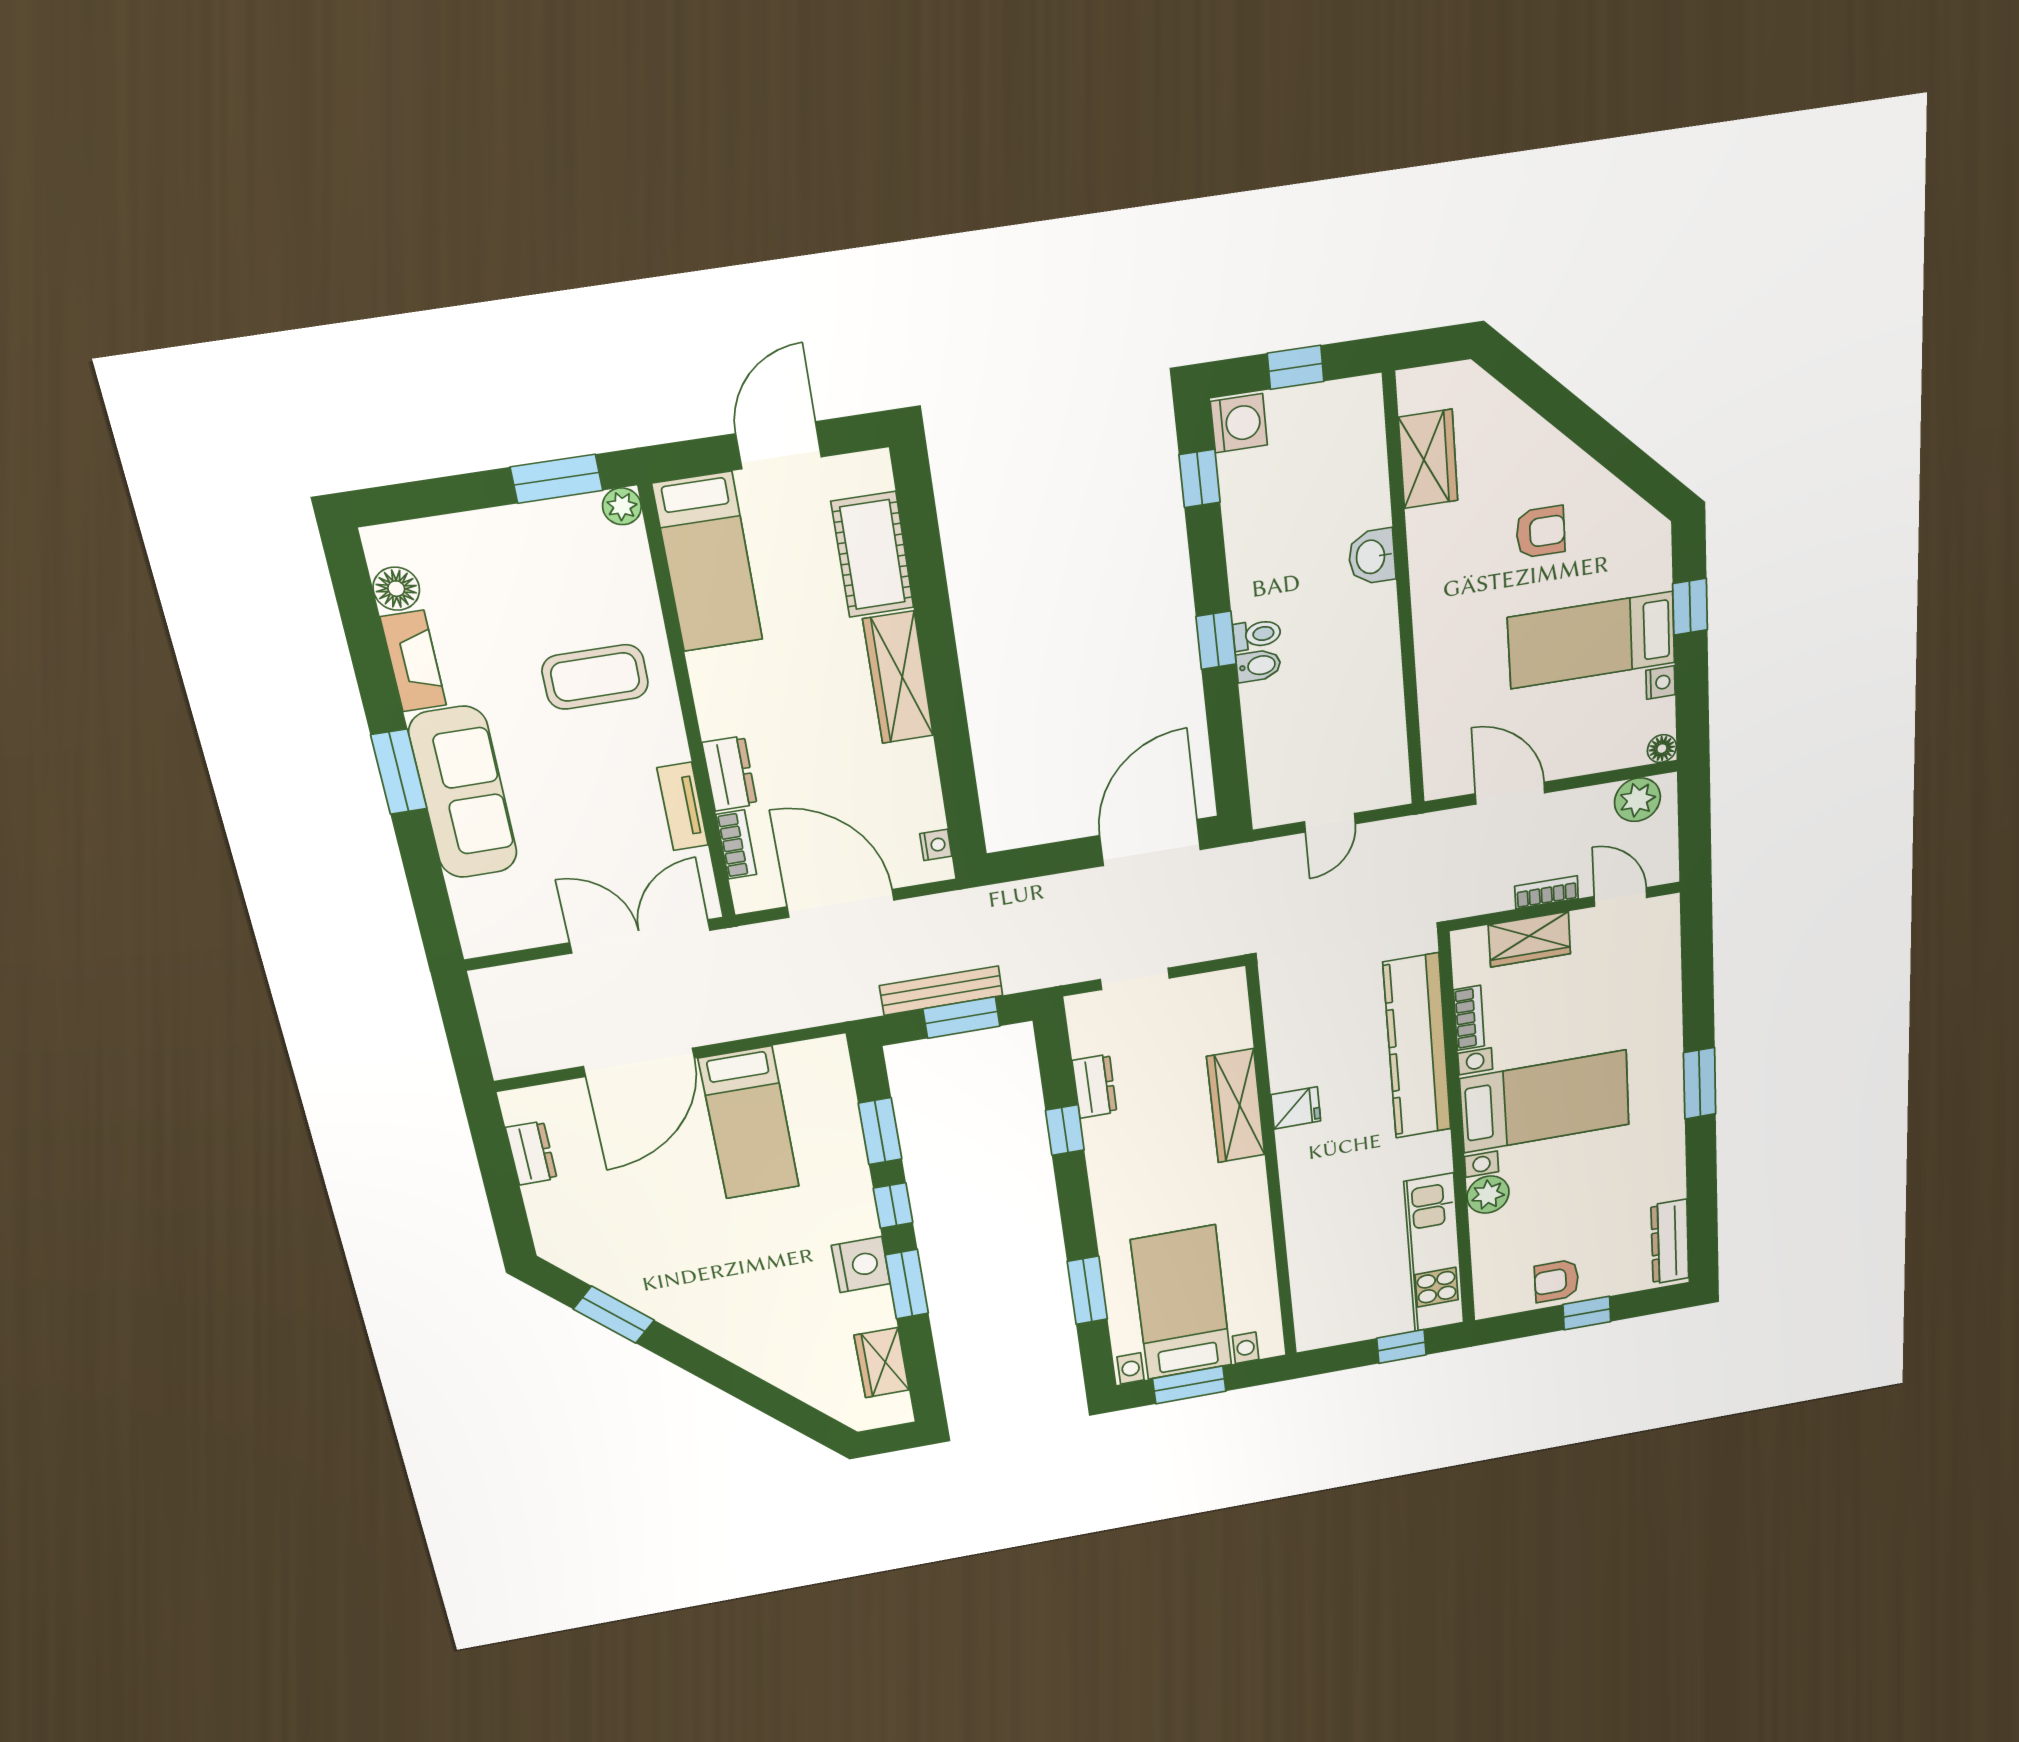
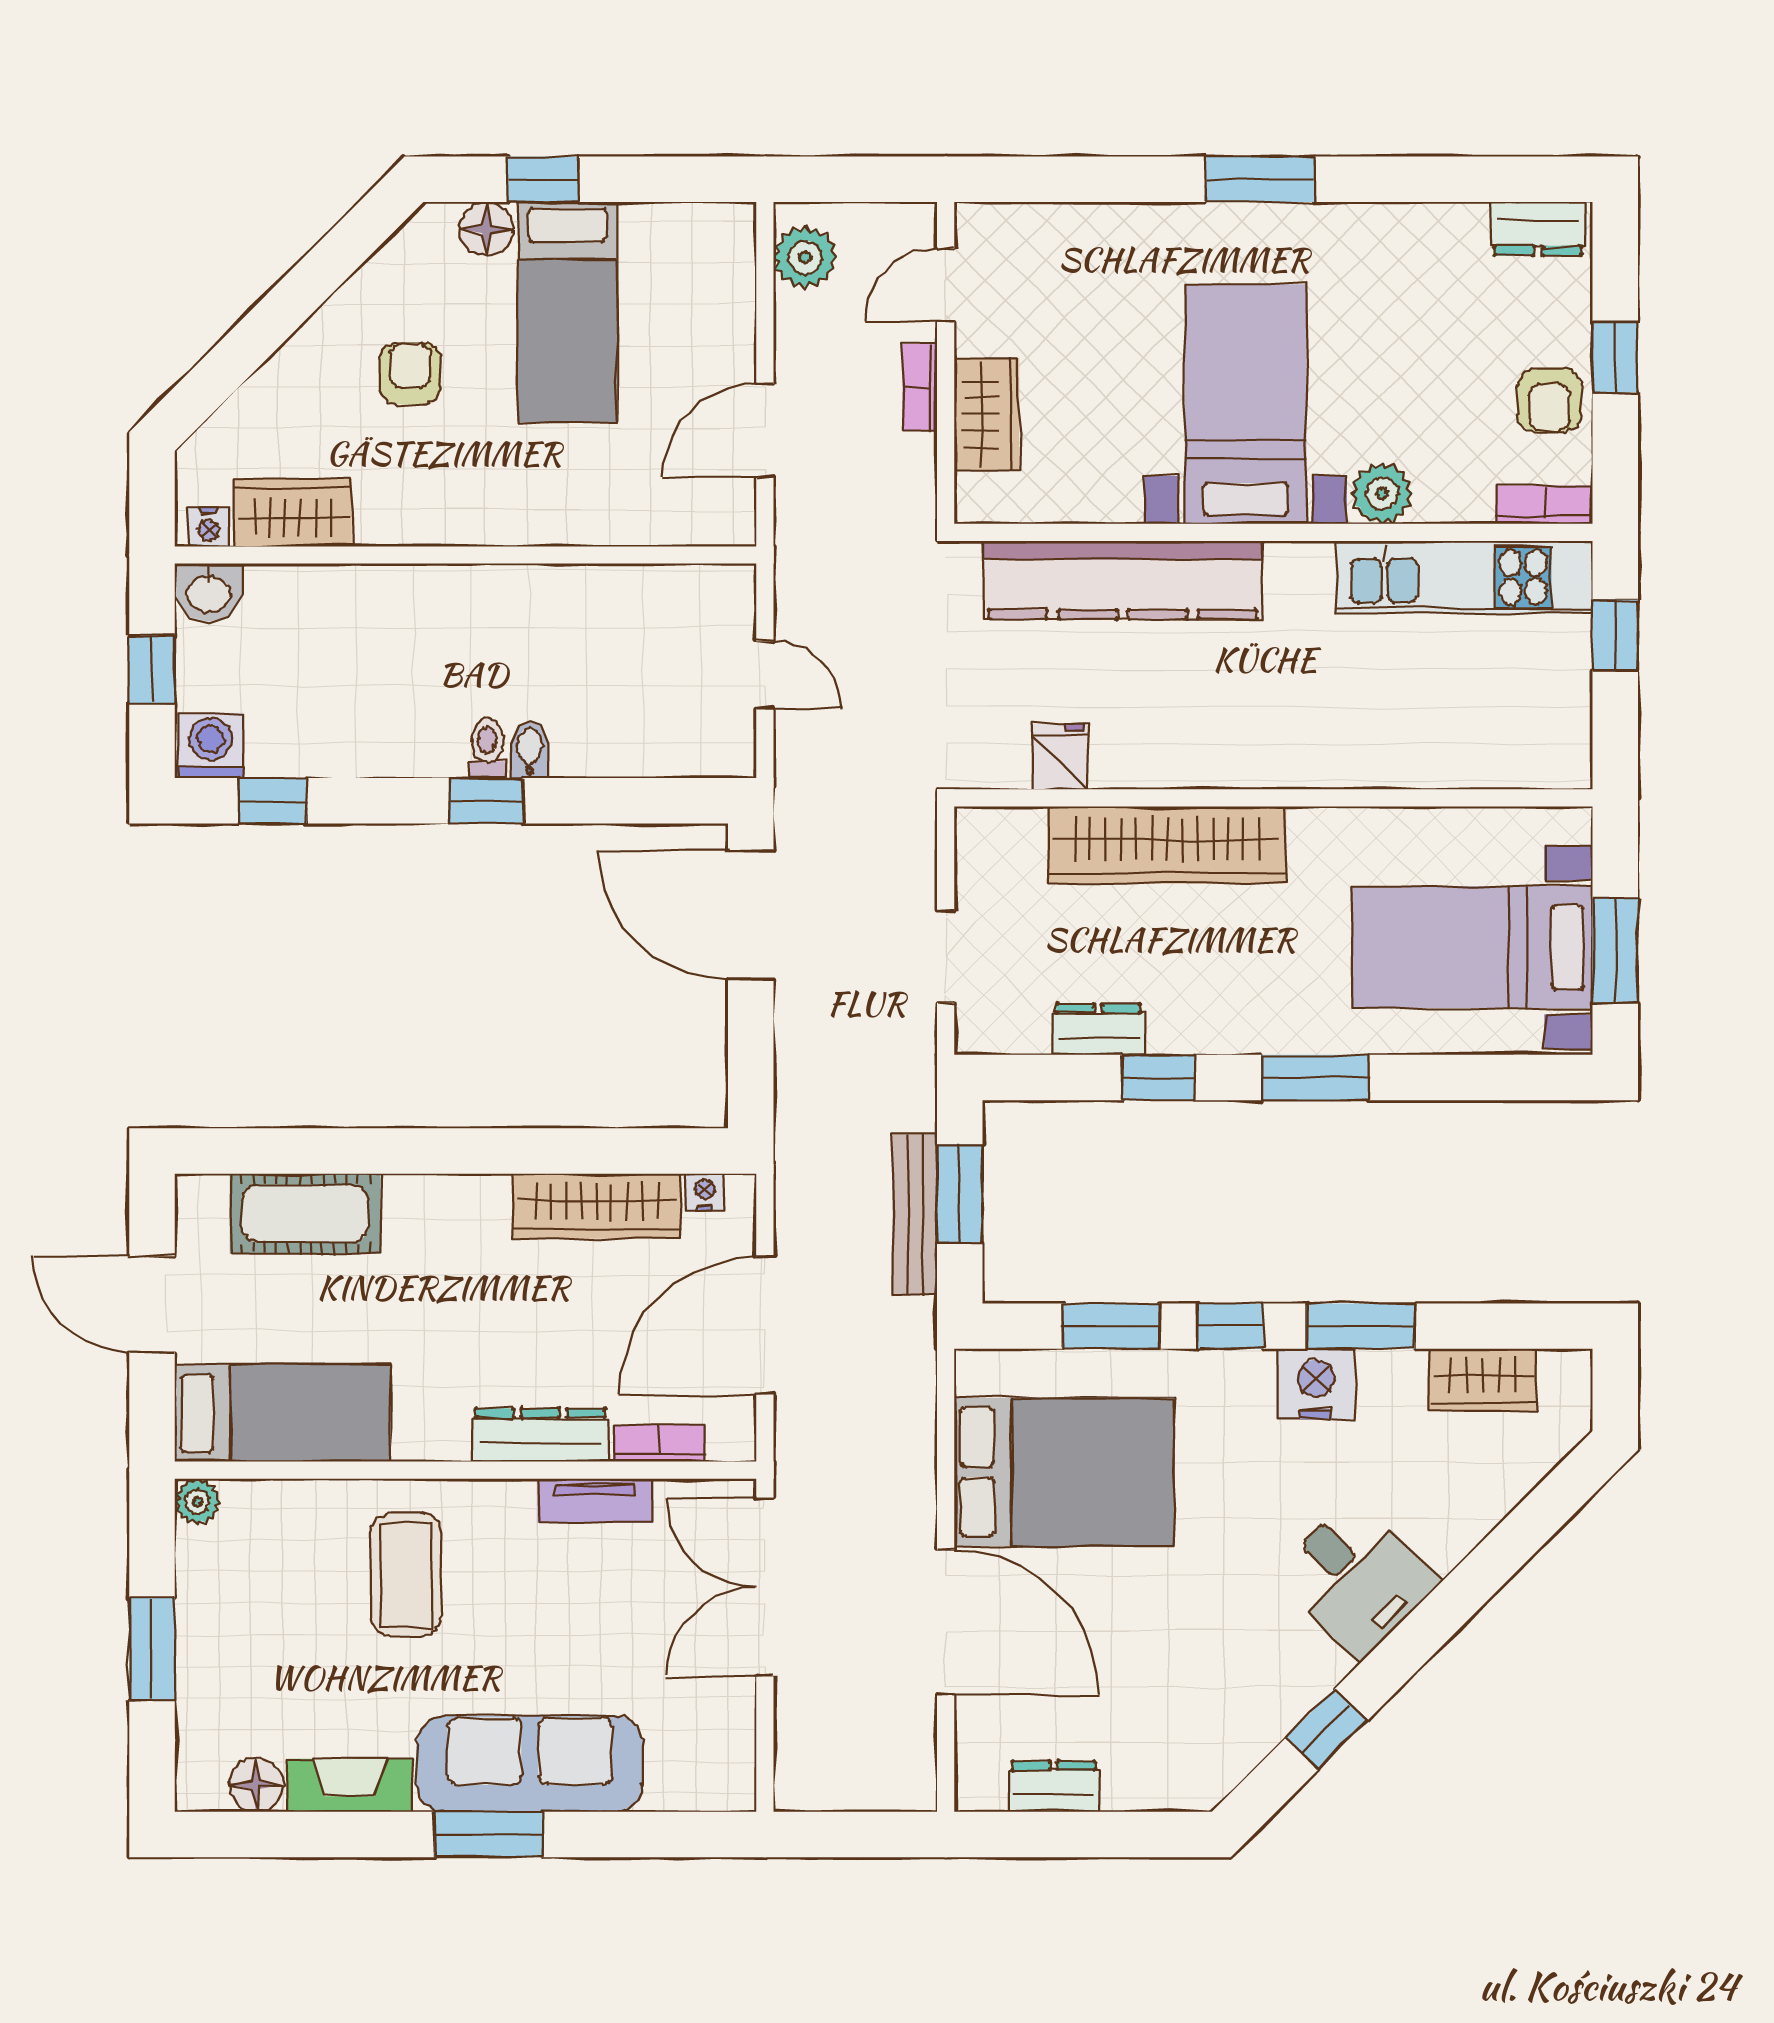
window: (556, 479) -> (152, 1649), moved
washbasin: (1372, 557) -> (209, 593), moved
wardrobe: (898, 678) -> (597, 1206), moved
nightstand: (1661, 683) -> (209, 527), moved, turned 180
floor lamp: (1662, 749) -> (486, 229), moved, width x1.37, depth x1.37
dresser: (730, 774) -> (540, 1435), width x1.44
bookcase: (1469, 1018) -> (1545, 505), moved
wardrobe: (1236, 1106) -> (1167, 845), width x1.40, depth x1.17
fridge: (1296, 1108) -> (1060, 757), moved
bed: (749, 1123) -> (1064, 1472), width x1.50
dresser: (1670, 1242) -> (1538, 229), width x0.70
window: (1087, 1290) -> (1315, 1078), moved
desk: (727, 1313) -> (1357, 1578), added
window: (614, 1315) -> (1327, 1729), width x0.67

